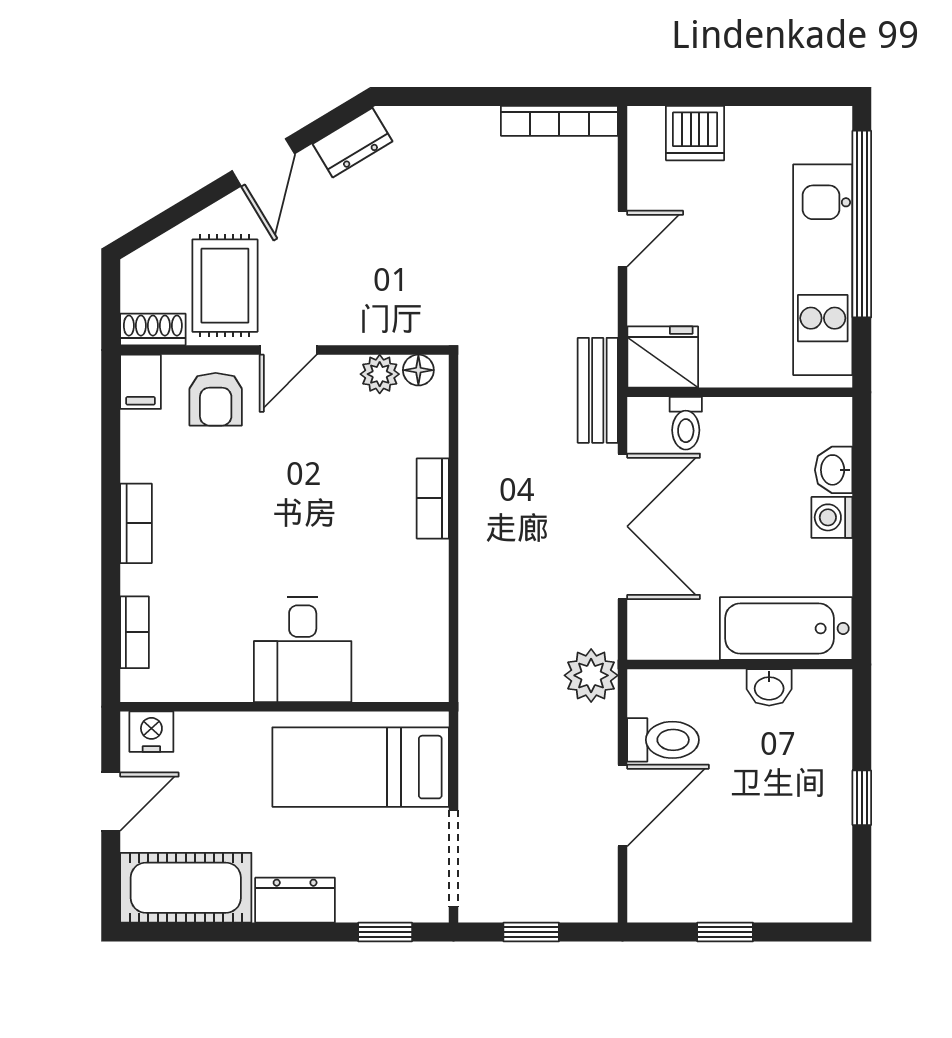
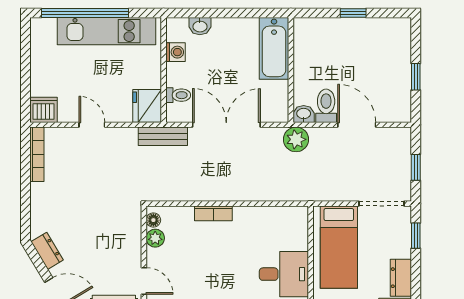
dishwasher: (695, 133) -> (43, 110), moved, turned -90
washing machine: (832, 517) -> (175, 52), moved, turned -90
washbasin: (769, 687) -> (304, 114), moved, turned -90

